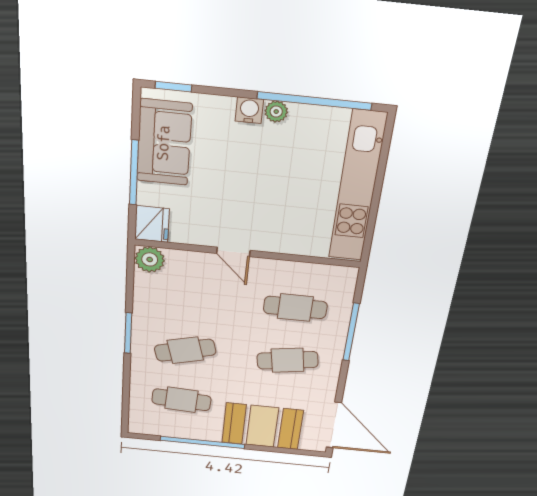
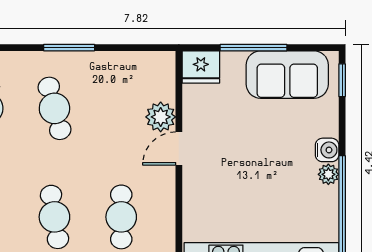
plant: (150, 259) -> (161, 117), moved

